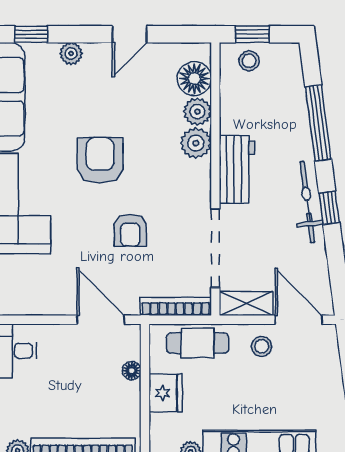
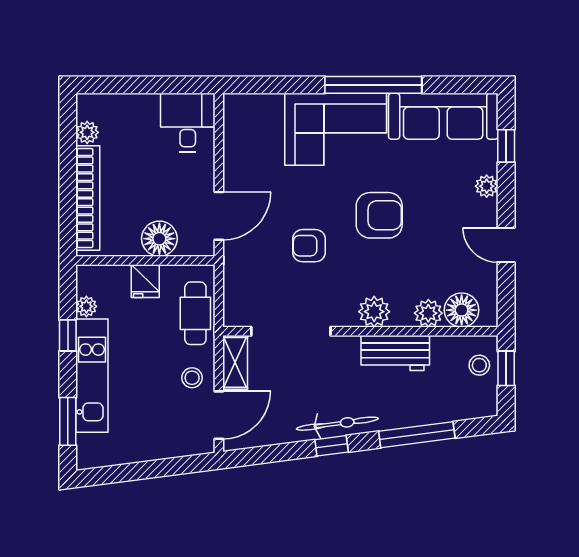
plant: (196, 143) -> (374, 312), moved
workbench: (237, 169) -> (395, 353), moved
bookcase: (176, 307) -> (232, 291), removed
floor lamp: (132, 371) -> (159, 239), width x1.89, depth x1.89
fridge: (165, 393) -> (145, 281), width x0.72

